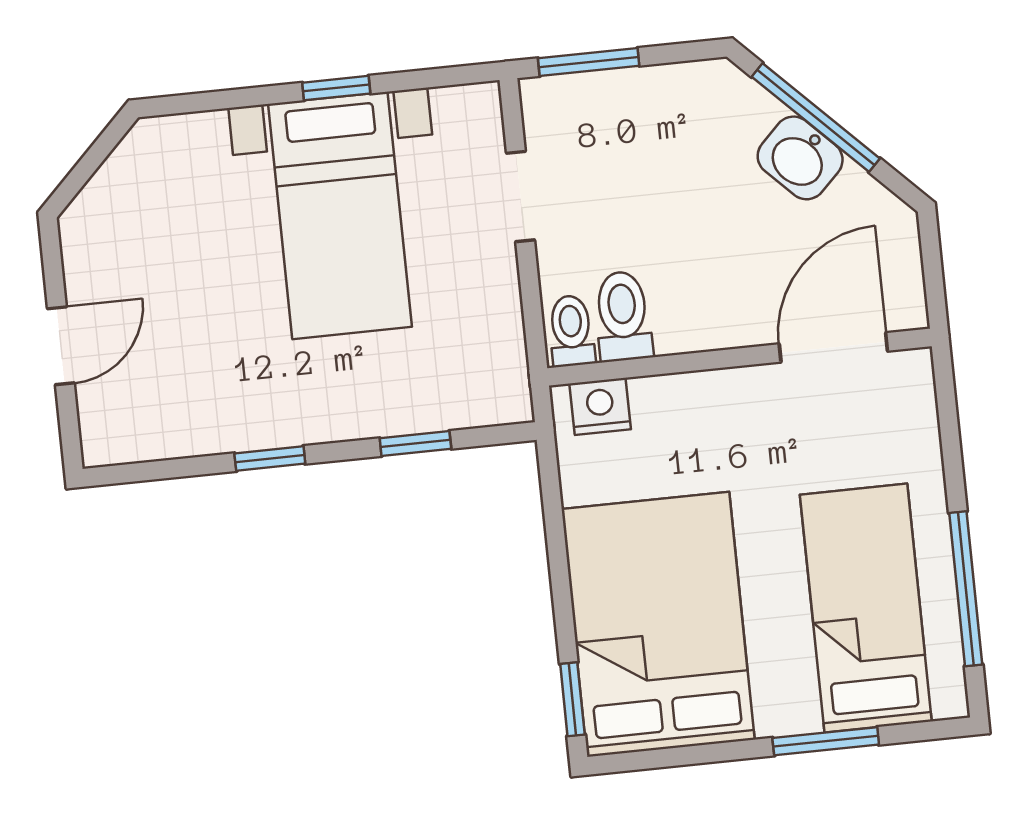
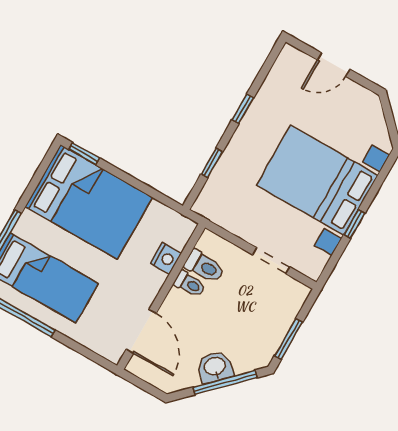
window: (589, 62) -> (288, 339), moved
bed with nightstands: (340, 215) -> (317, 180), width x1.36
toilet: (571, 331) -> (190, 284), moved
door: (61, 346) -> (334, 65), hinge flipped
nightstand: (600, 406) -> (166, 258), moved

